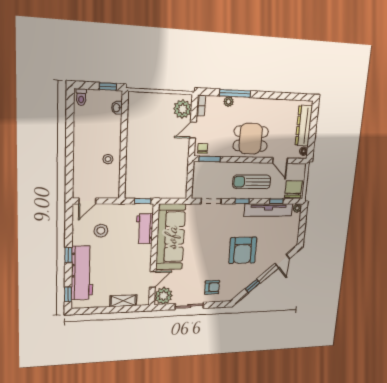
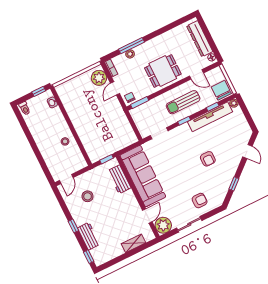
armchair: (243, 250) -> (208, 159), width x0.53, depth x0.53
workbench: (82, 273) -> (89, 236), width x0.53, depth x0.76

